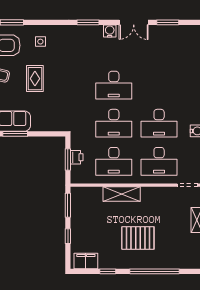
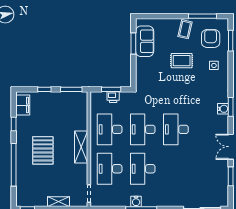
water cooler: (110, 31) -> (223, 109), moved
shelving: (122, 194) -> (81, 147), moved

